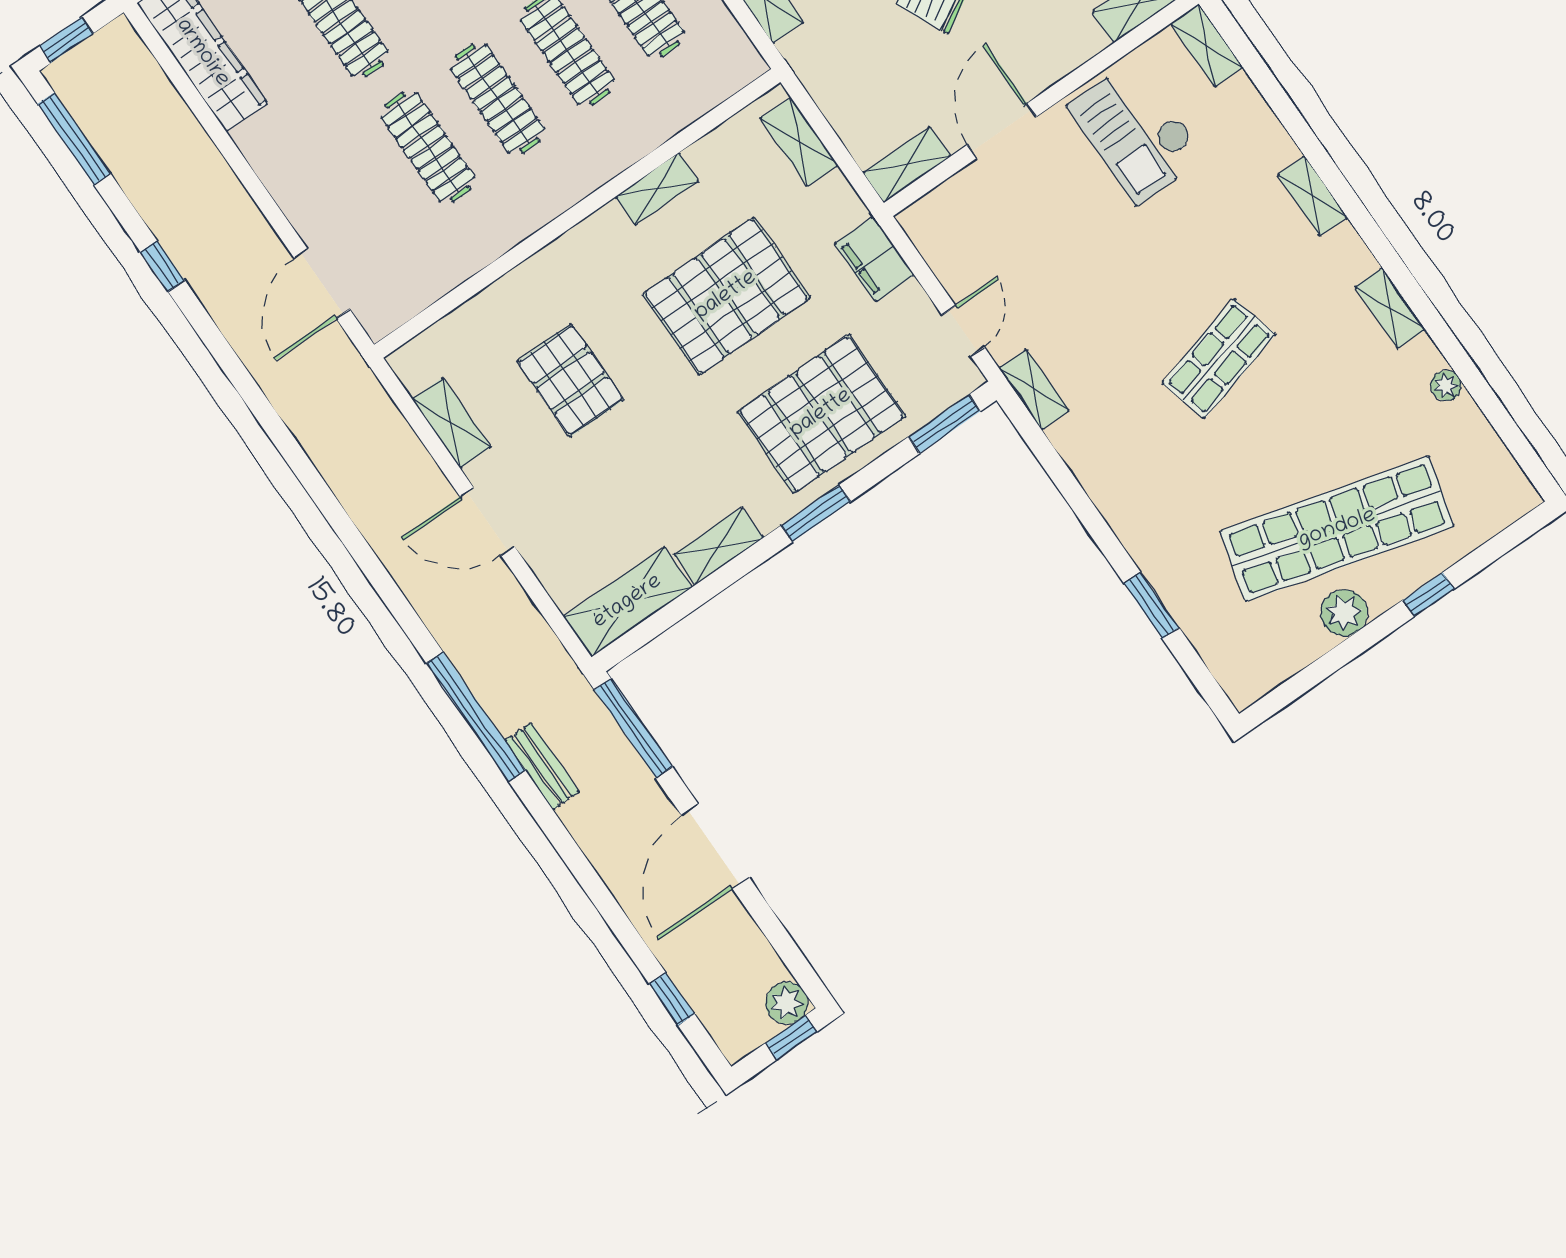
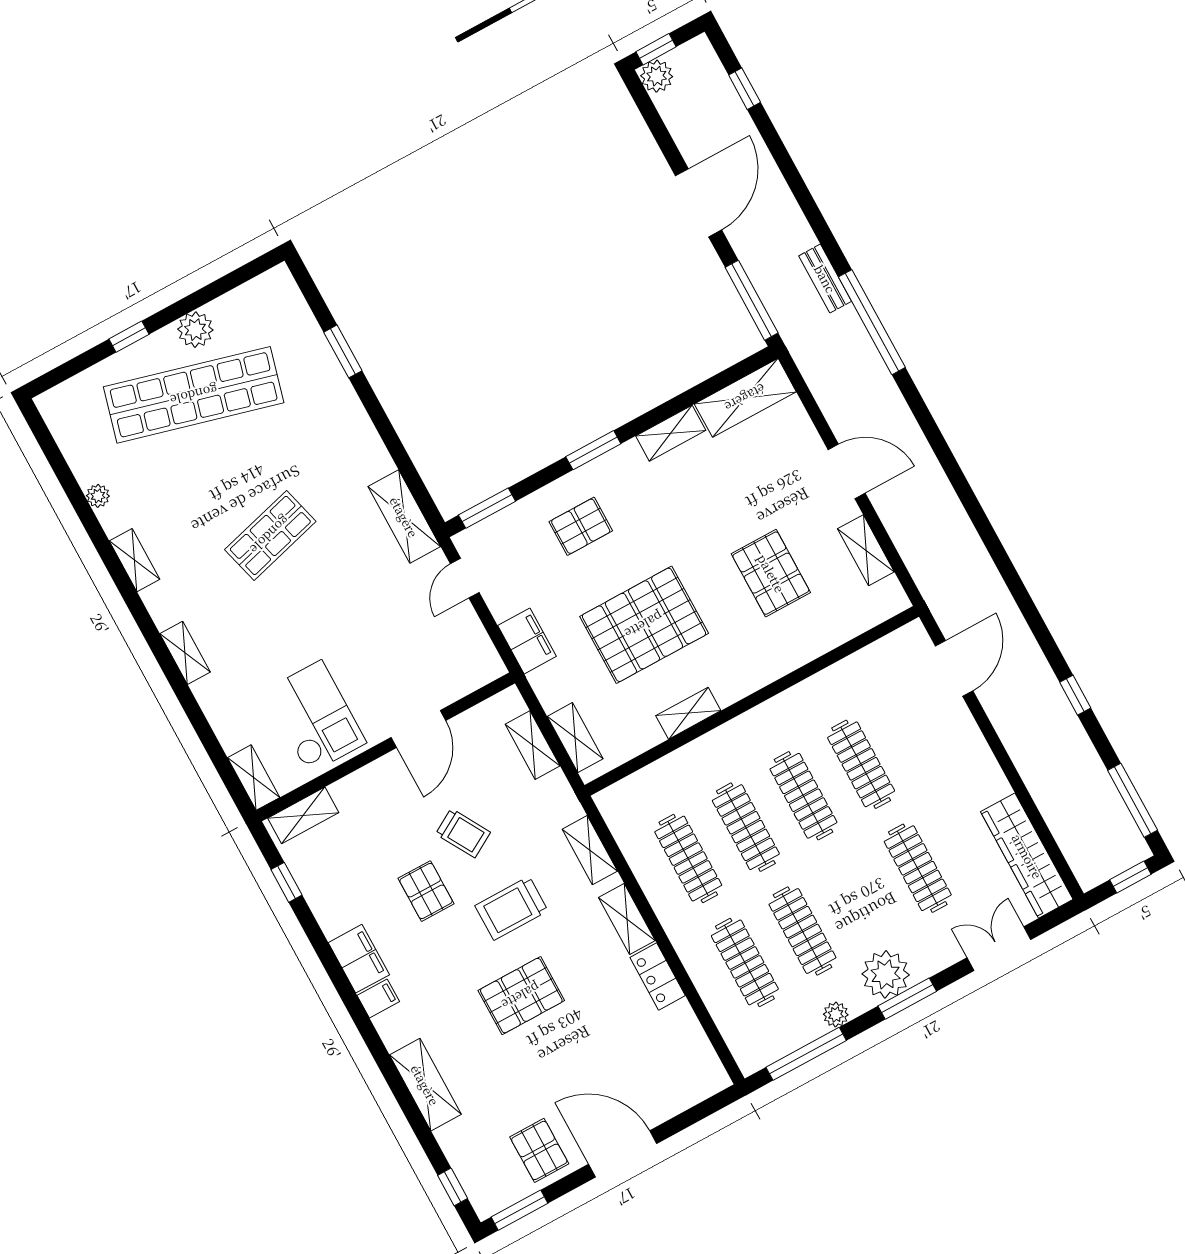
shelving: (907, 165) -> (533, 745), moved, turned 90
shelving: (1034, 389) -> (404, 517), width x1.50, depth x1.33
pallet: (821, 414) -> (581, 526), width x0.49, depth x0.50

